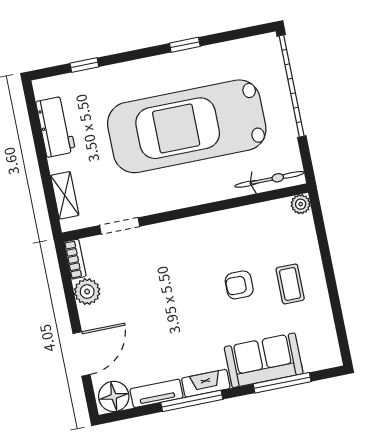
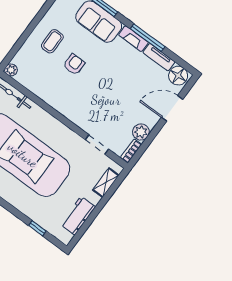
armchair: (239, 285) -> (74, 64), turned -90

